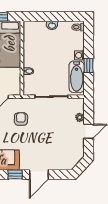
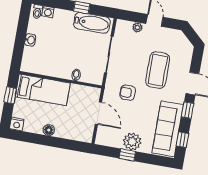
washing machine: (79, 55) -> (48, 12), moved
coffee table: (45, 142) -> (158, 70), added

